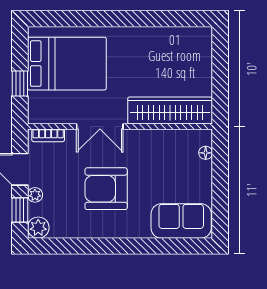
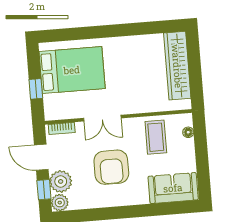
wardrobe: (170, 111) -> (177, 66), moved, turned -90
coffee table: (165, 156) -> (156, 137), added
armchair: (106, 189) -> (111, 167), turned -90
plant: (35, 195) -> (61, 181), width x1.88, depth x1.88

